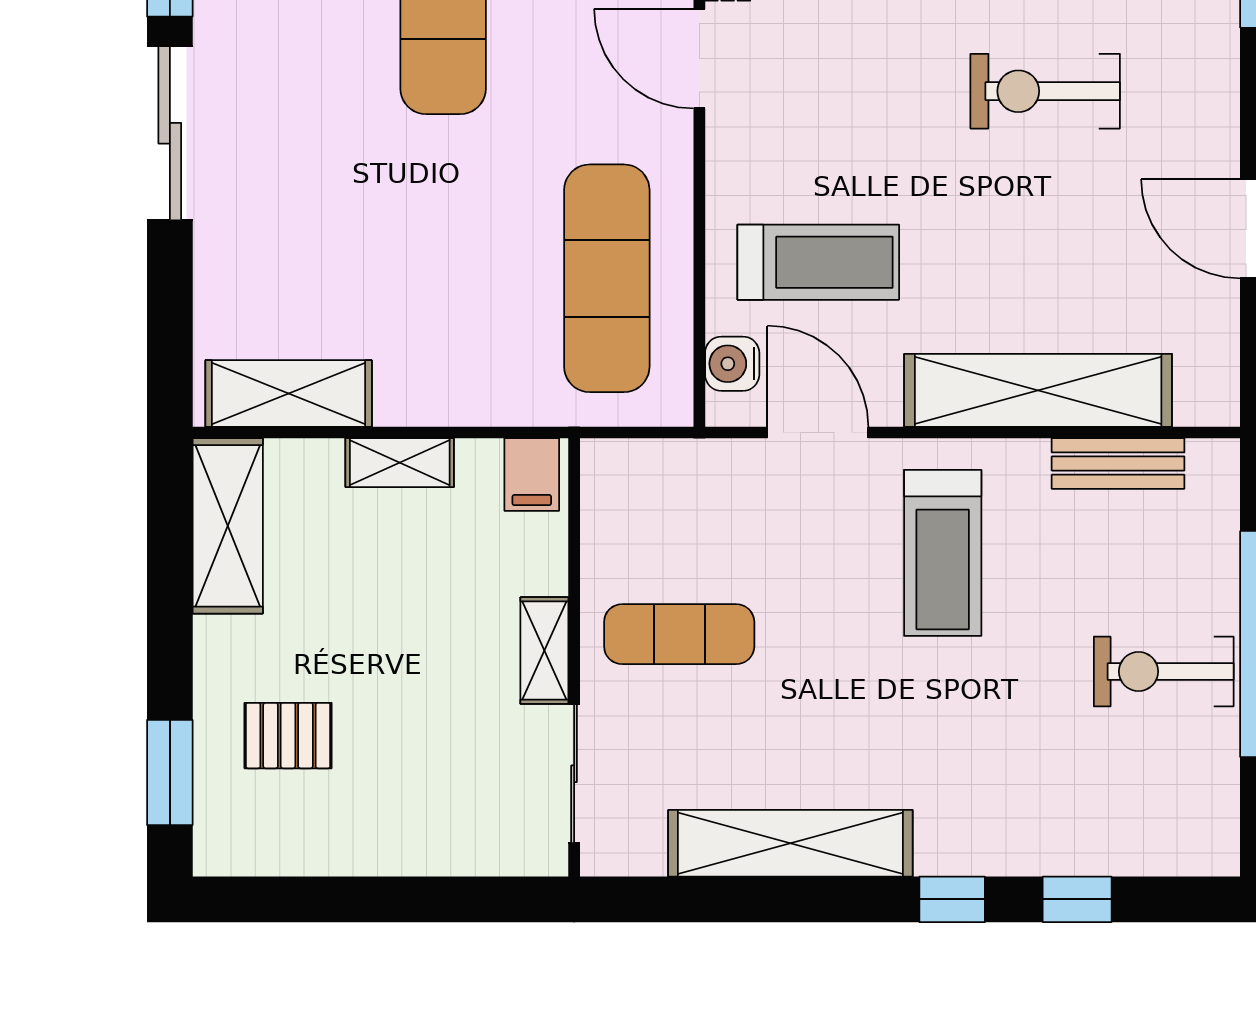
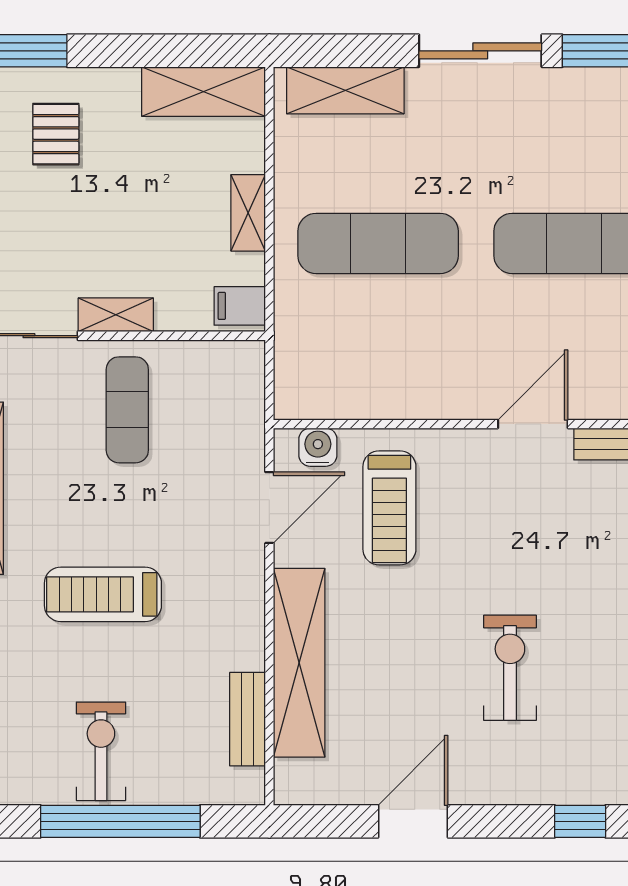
exercise mat: (607, 278) -> (378, 243), moved
shelving: (289, 394) -> (345, 90), moved, turned 90
treadmill: (943, 553) -> (103, 594), moved

